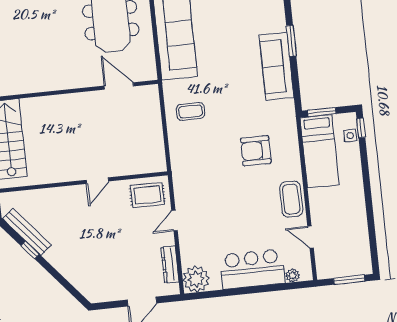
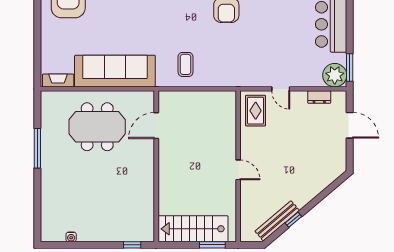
door: (97, 181) -> (238, 170), moved
dresser: (170, 264) -> (319, 97), width x0.70
window: (206, 295) -> (350, 68), added

